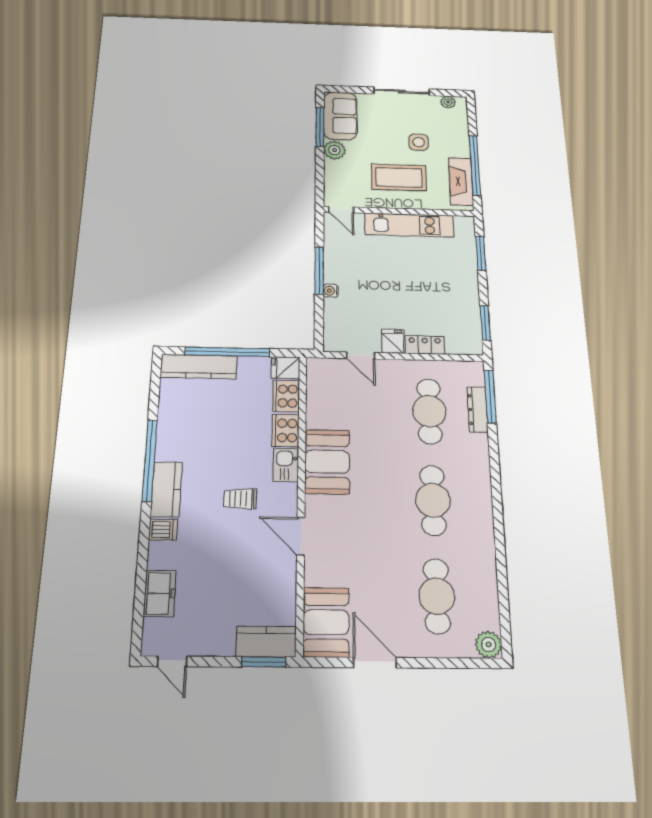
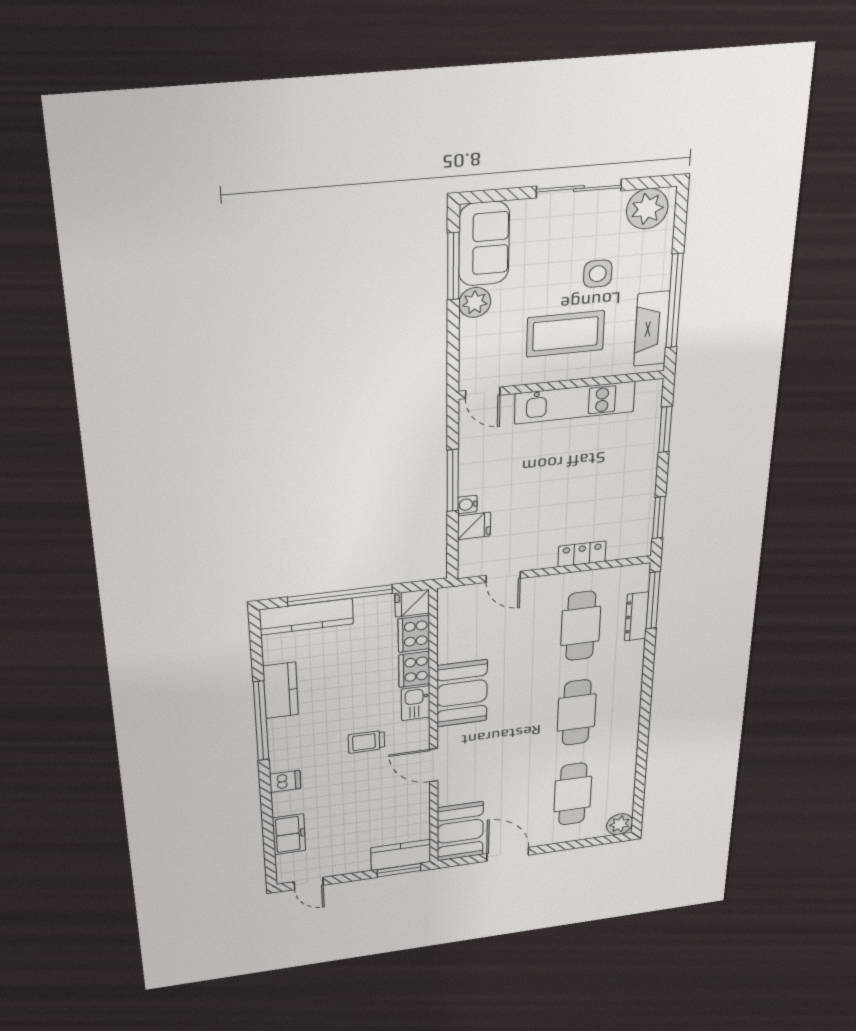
plant: (448, 102) -> (647, 209), width x1.87, depth x1.87
fridge: (393, 341) -> (474, 526), moved, turned 90
kitchen counter: (166, 489) -> (281, 690), moved

